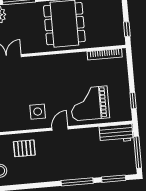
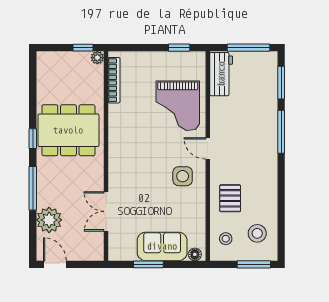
plant: (120, 40) -> (97, 58), added

